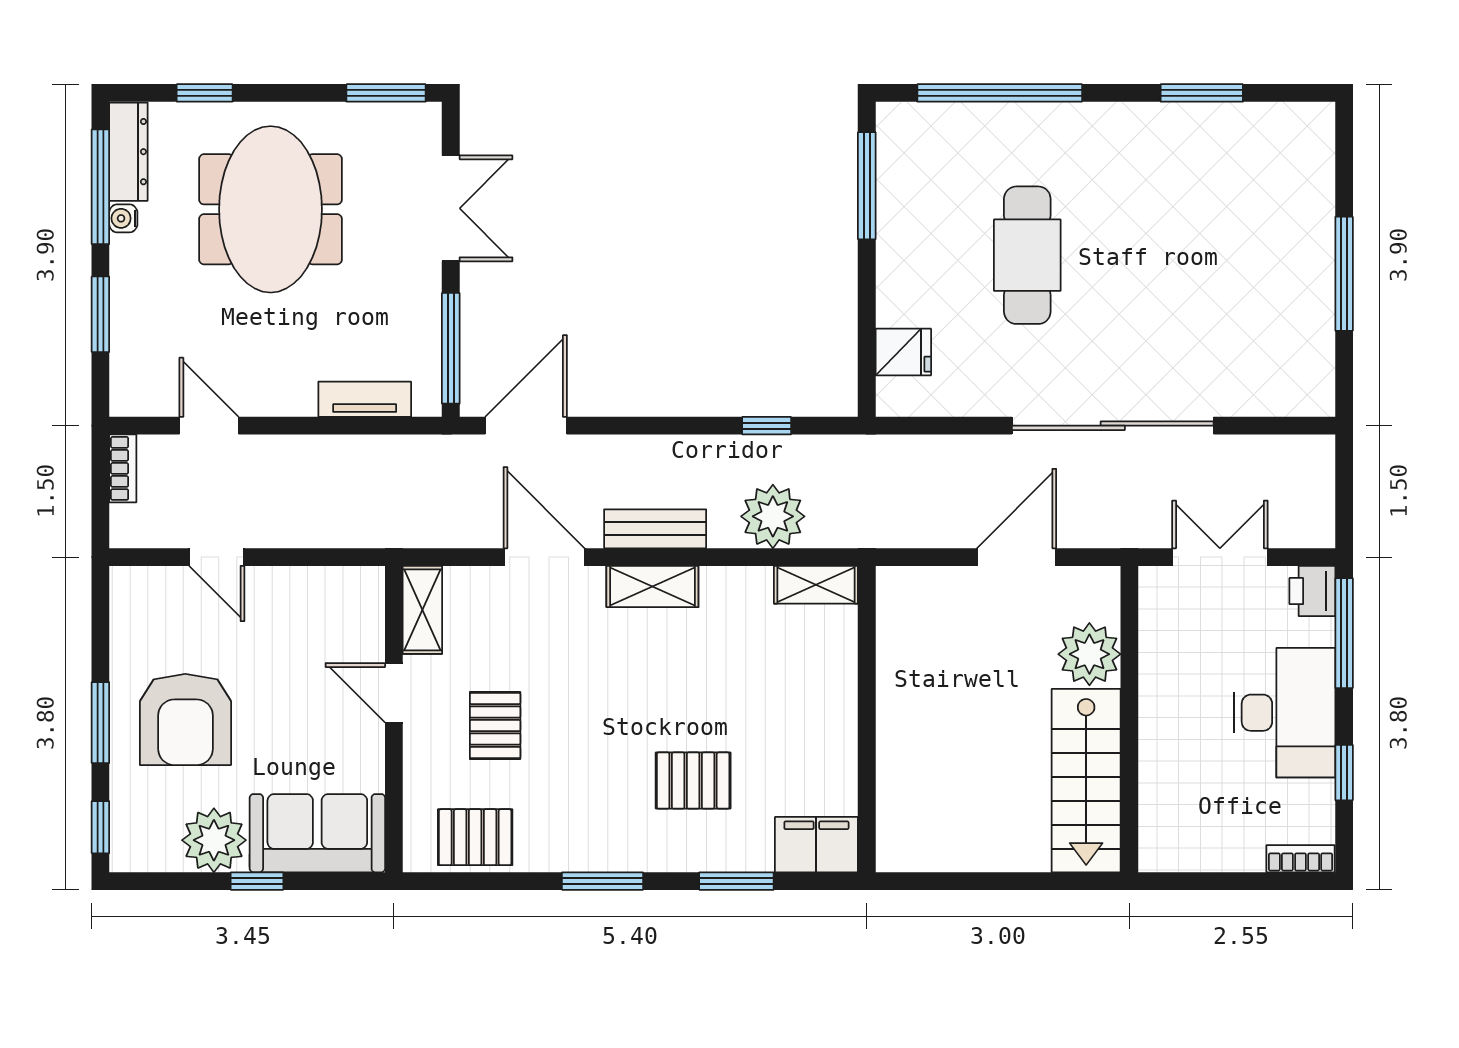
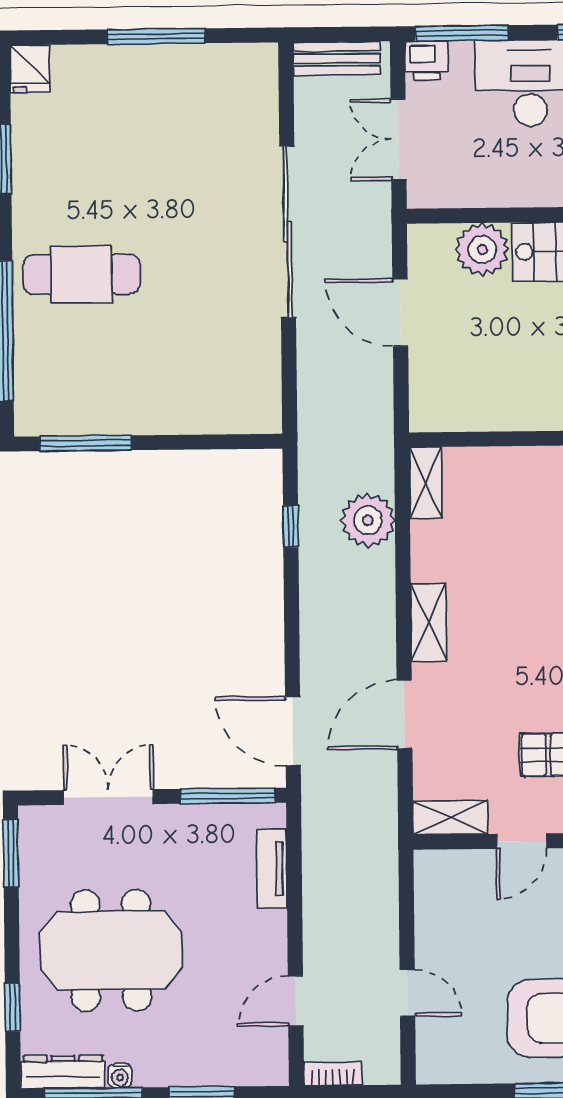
cafe table: (1027, 255) -> (82, 274), moved
fridge: (903, 352) -> (30, 69), moved, turned 180
bench: (655, 529) -> (337, 58), moved, turned 90
door: (217, 557) -> (407, 993), hinge flipped

